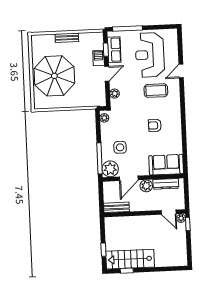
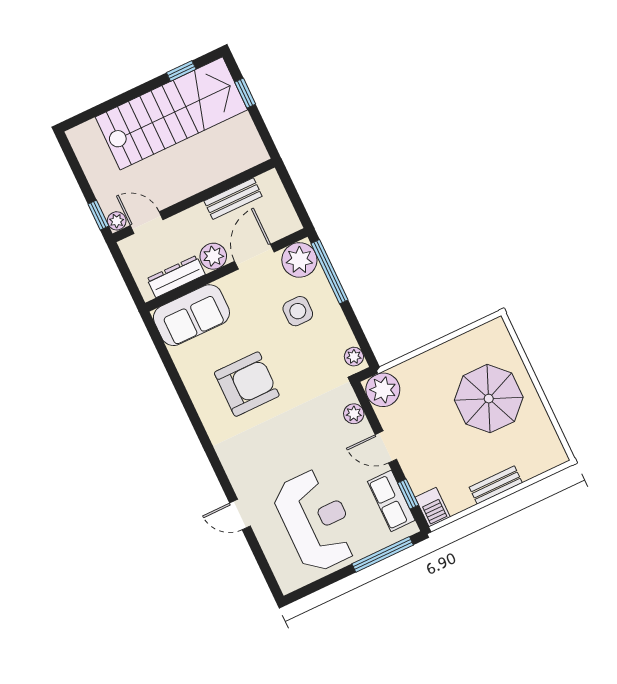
barbecue: (99, 58) -> (433, 507), moved
door: (181, 71) -> (240, 515), swing flipped
door: (107, 74) -> (386, 447), hinge flipped
parasol: (54, 76) -> (489, 399), width x0.73, depth x0.73
coffee table: (156, 91) -> (274, 454), removed
plant: (98, 99) -> (383, 390), added
armchair: (155, 125) -> (247, 384), width x1.88, depth x1.88
bench: (116, 207) -> (233, 199), moved
stairs: (130, 259) -> (171, 113), width x1.36, depth x1.51

